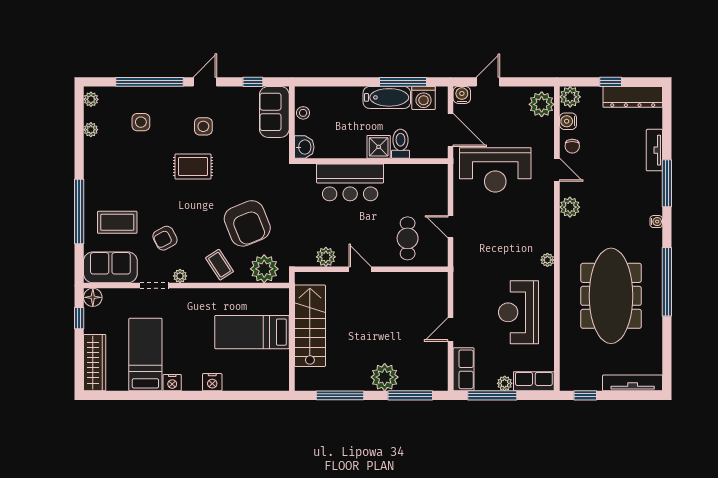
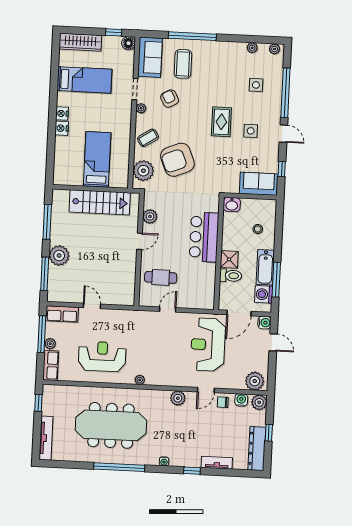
stool: (303, 113) -> (258, 229), moved
window: (667, 183) -> (192, 471), width x0.46
nightstand: (172, 383) -> (62, 113), moved

